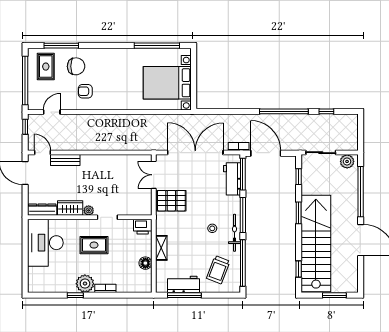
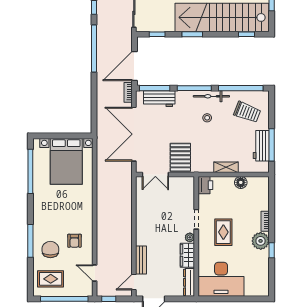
window: (61, 46) -> (30, 241), moved

